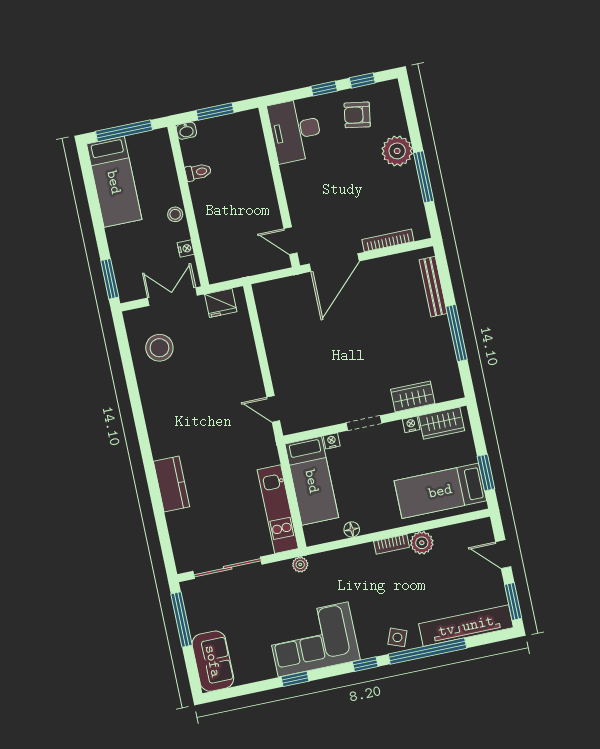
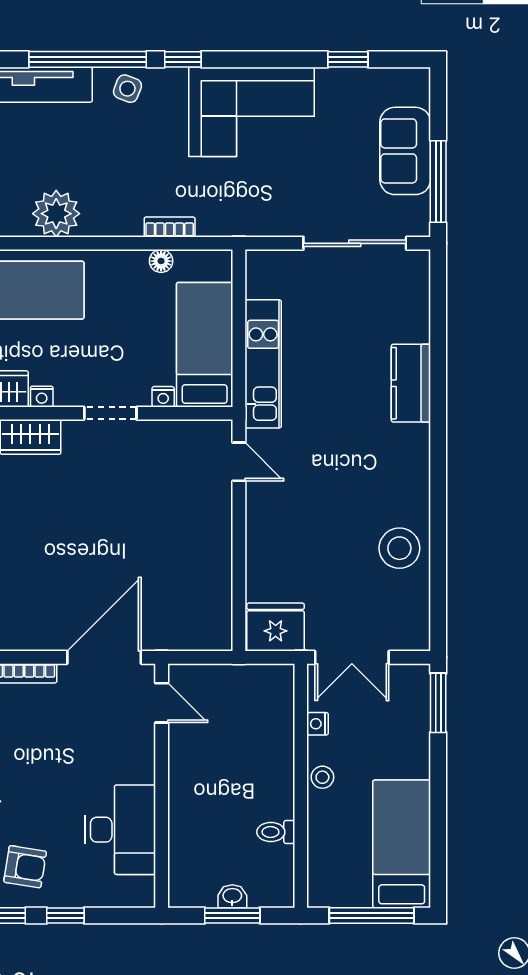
desk: (296, 130) -> (120, 830), moved
washbasin: (186, 131) -> (232, 896), moved
fridge: (221, 303) -> (276, 627), width x1.36, depth x1.34
stool: (159, 348) -> (399, 548), moved
kitchen unit: (278, 509) -> (263, 364), moved
plant: (422, 543) -> (56, 214), width x1.36, depth x1.36
bookcase: (391, 544) -> (170, 227), moved
plant: (300, 565) -> (247, 225), removed
sofa: (213, 661) -> (405, 151), moved
window: (295, 679) -> (348, 59), moved

